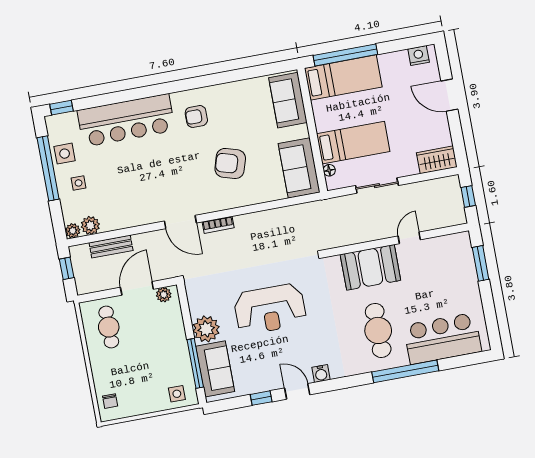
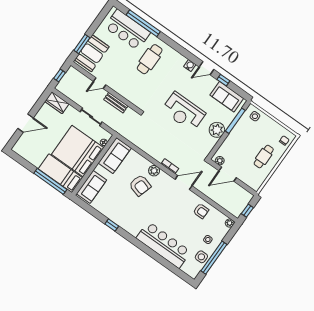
nightstand: (419, 56) -> (22, 151), removed
door: (449, 95) -> (26, 123), hinge flipped
window: (62, 108) -> (112, 225), moved
armchair: (196, 116) -> (201, 211), moved
bed: (353, 143) -> (78, 151), width x2.04
door: (180, 222) -> (184, 183), hinge flipped
plant: (90, 225) -> (154, 171), moved
bench: (111, 247) -> (116, 103), moved
booth: (370, 267) -> (92, 53), moved, turned 90
reception desk: (270, 309) -> (184, 112), turned 180
cafe table: (109, 327) -> (264, 156), moved
sofa: (215, 369) -> (227, 97), moved, turned -90
window: (405, 371) -> (143, 23), moved
door: (297, 391) -> (206, 68), hinge flipped

